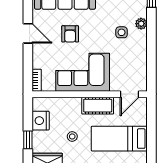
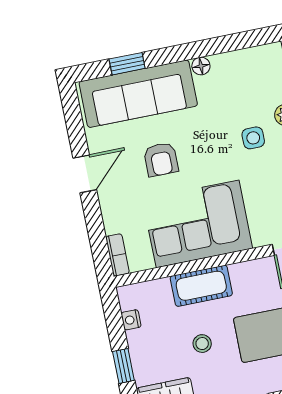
door: (28, 33) -> (85, 174), hinge flipped
cot: (98, 106) -> (201, 286), moved
nightstand: (41, 121) -> (131, 320), width x0.53, depth x0.56

